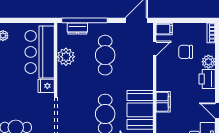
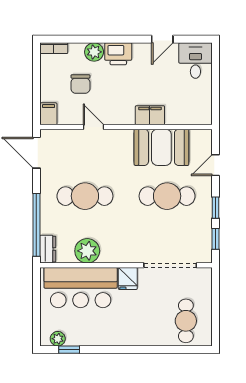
dresser: (77, 29) -> (48, 249), moved
door: (155, 49) -> (93, 127), moved

